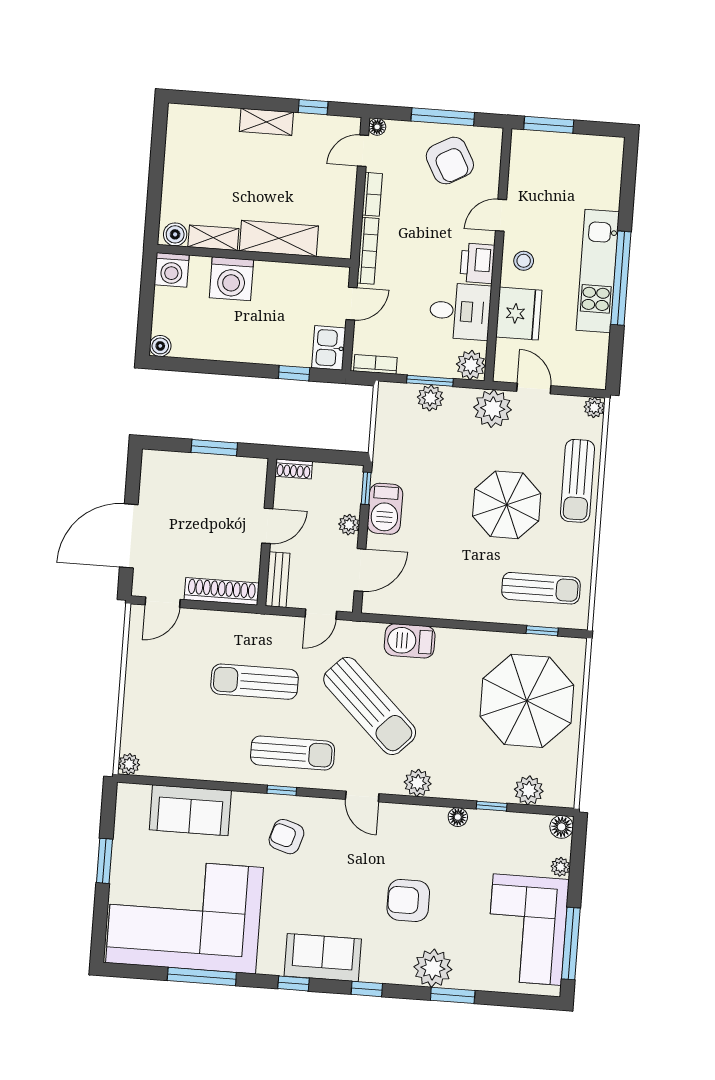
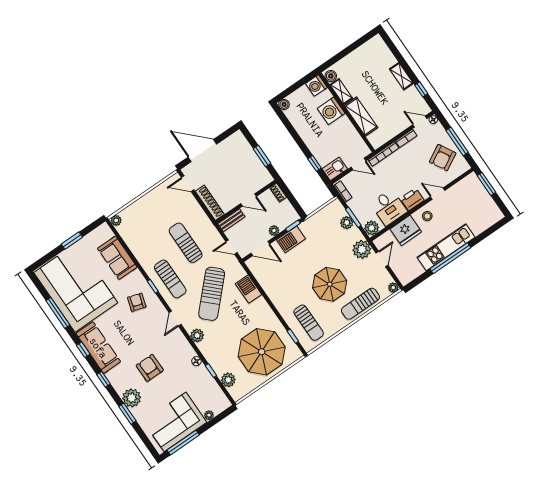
floor lamp: (562, 827) -> (224, 403), removed
sofa: (323, 958) -> (98, 348), width x1.36

